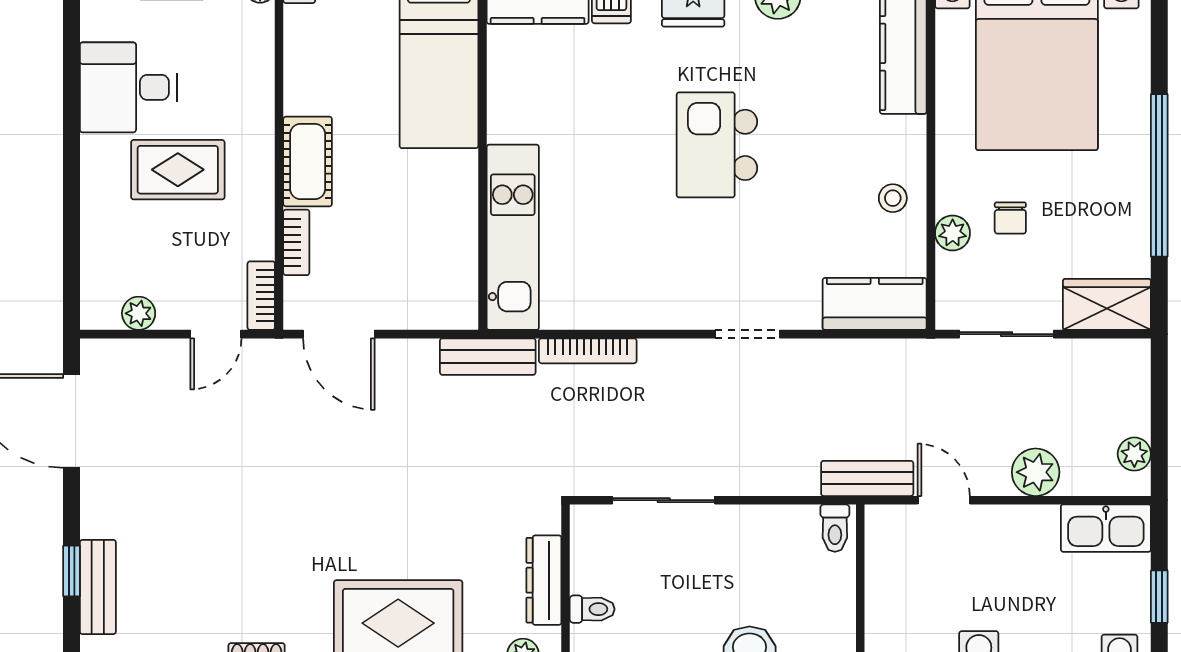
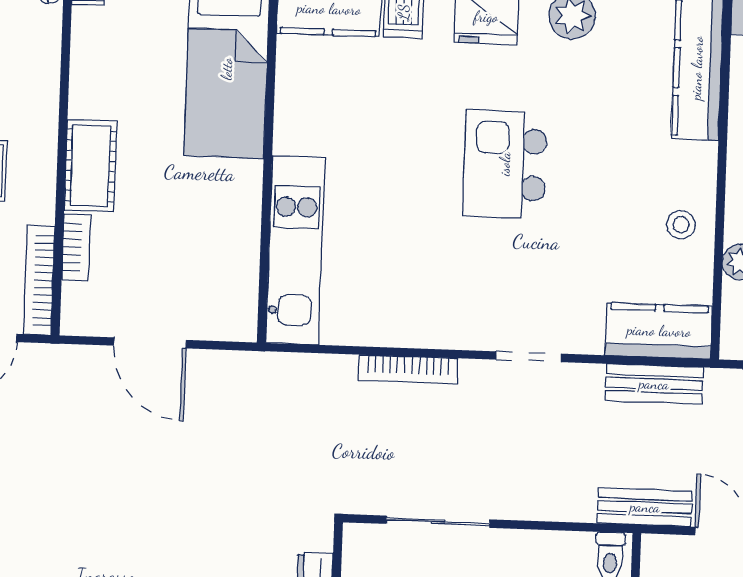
bookcase: (261, 296) -> (39, 280), width x1.56
door: (339, 334) -> (150, 343), moved
bookcase: (588, 351) -> (408, 369), moved
bench: (488, 357) -> (654, 384), moved

